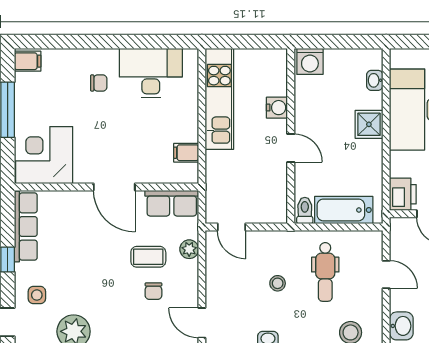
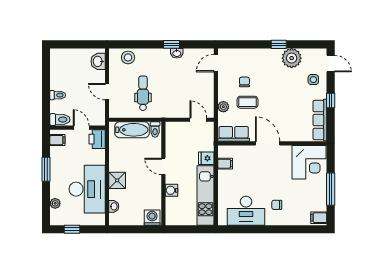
fridge: (218, 162) -> (206, 158), added
stool: (278, 283) -> (171, 87), removed
door: (202, 323) -> (216, 63), swing flipped

